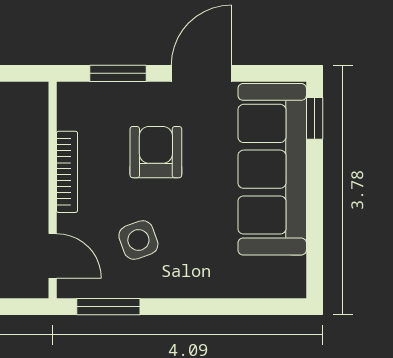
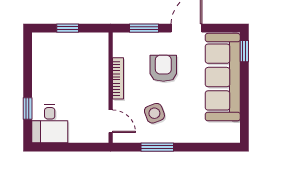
window: (108, 307) -> (157, 147), moved

